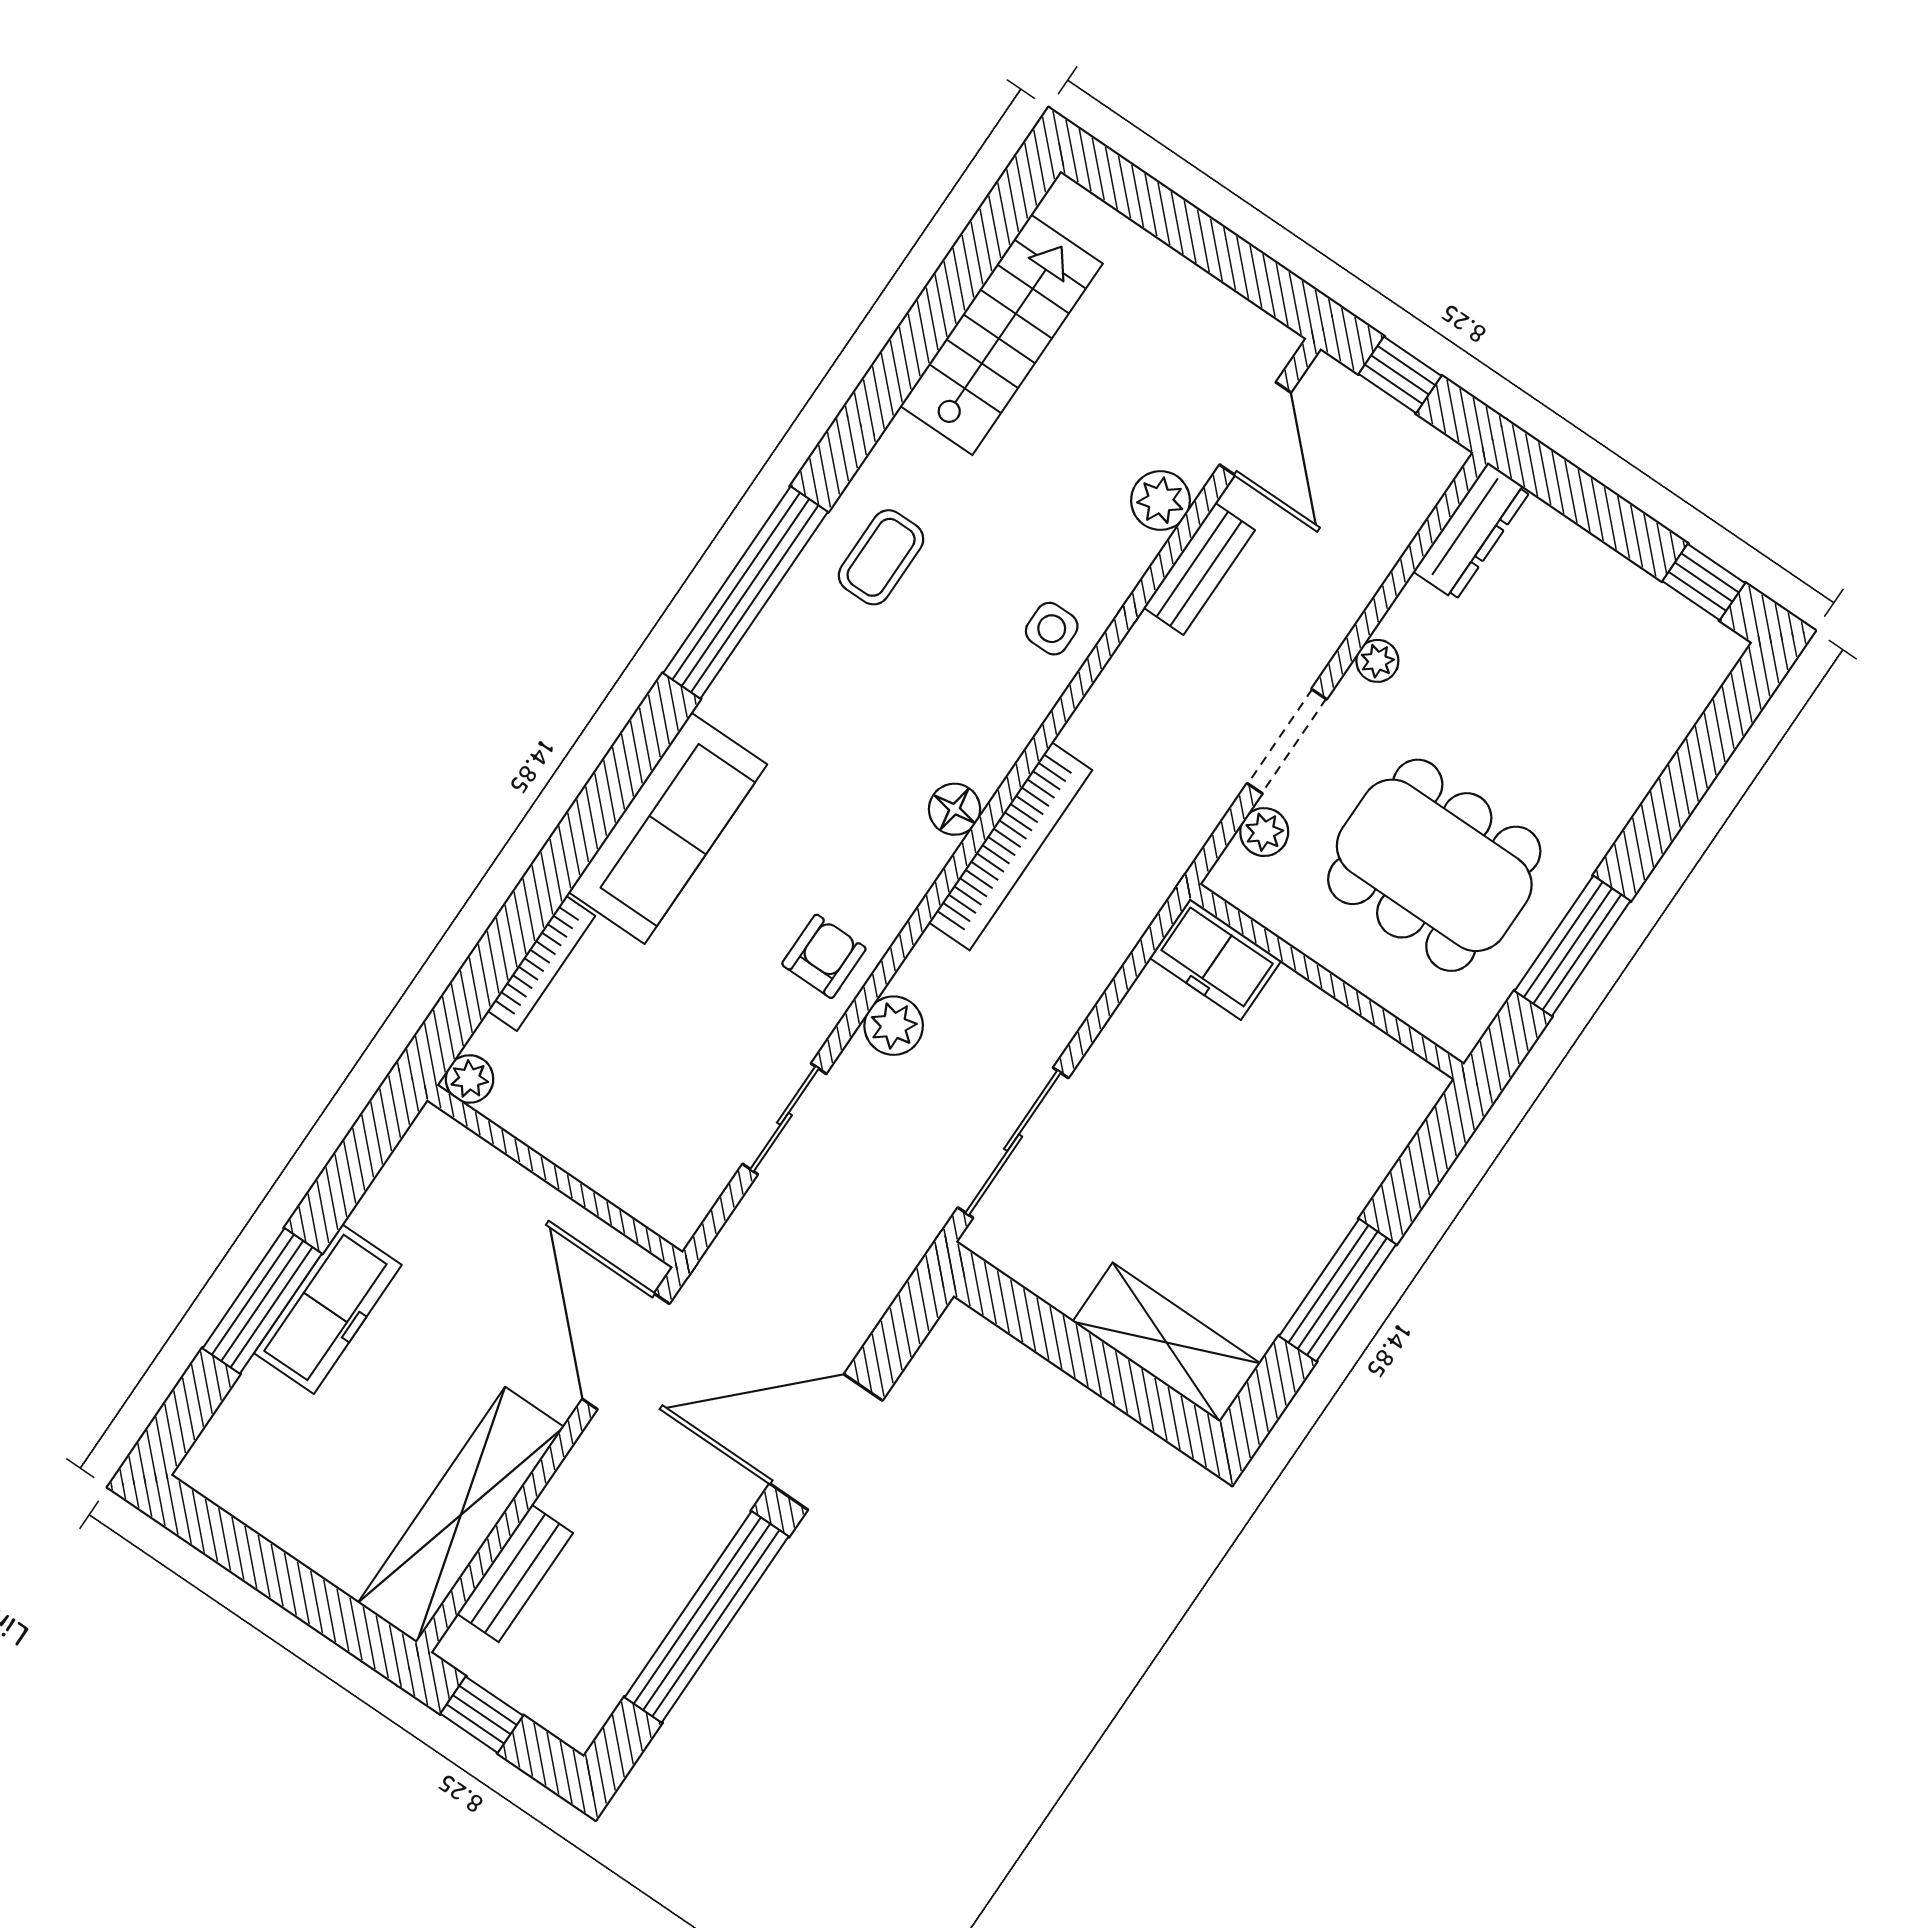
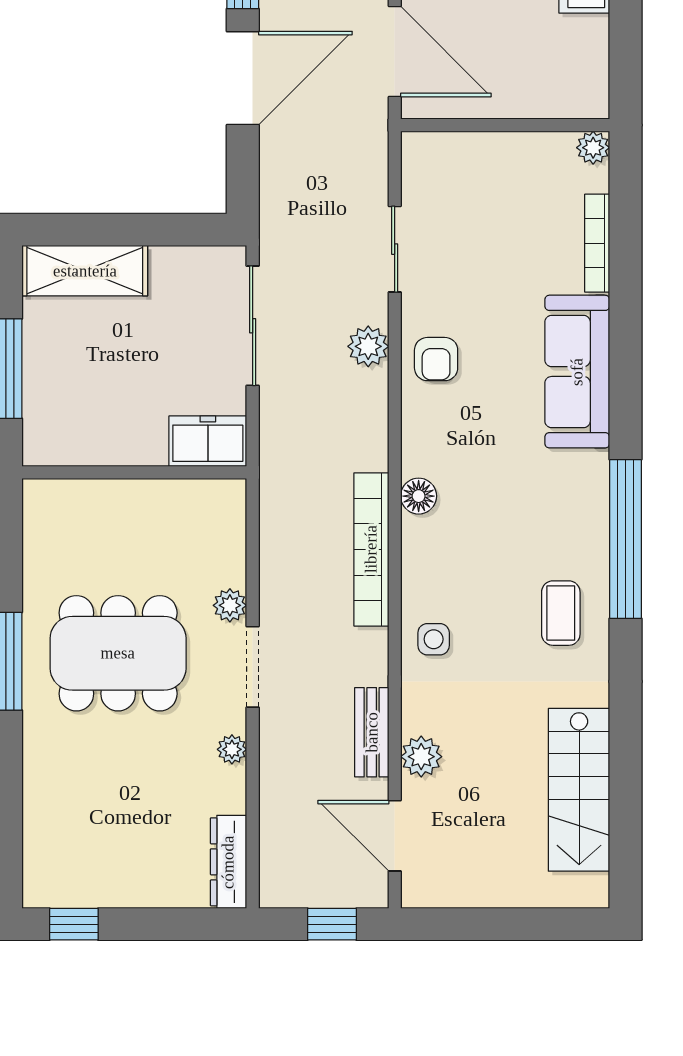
bookcase: (1011, 846) -> (371, 549), moved
freezer: (1215, 959) -> (208, 441), moved
wall: (1327, 982) -> (134, 472), moved

